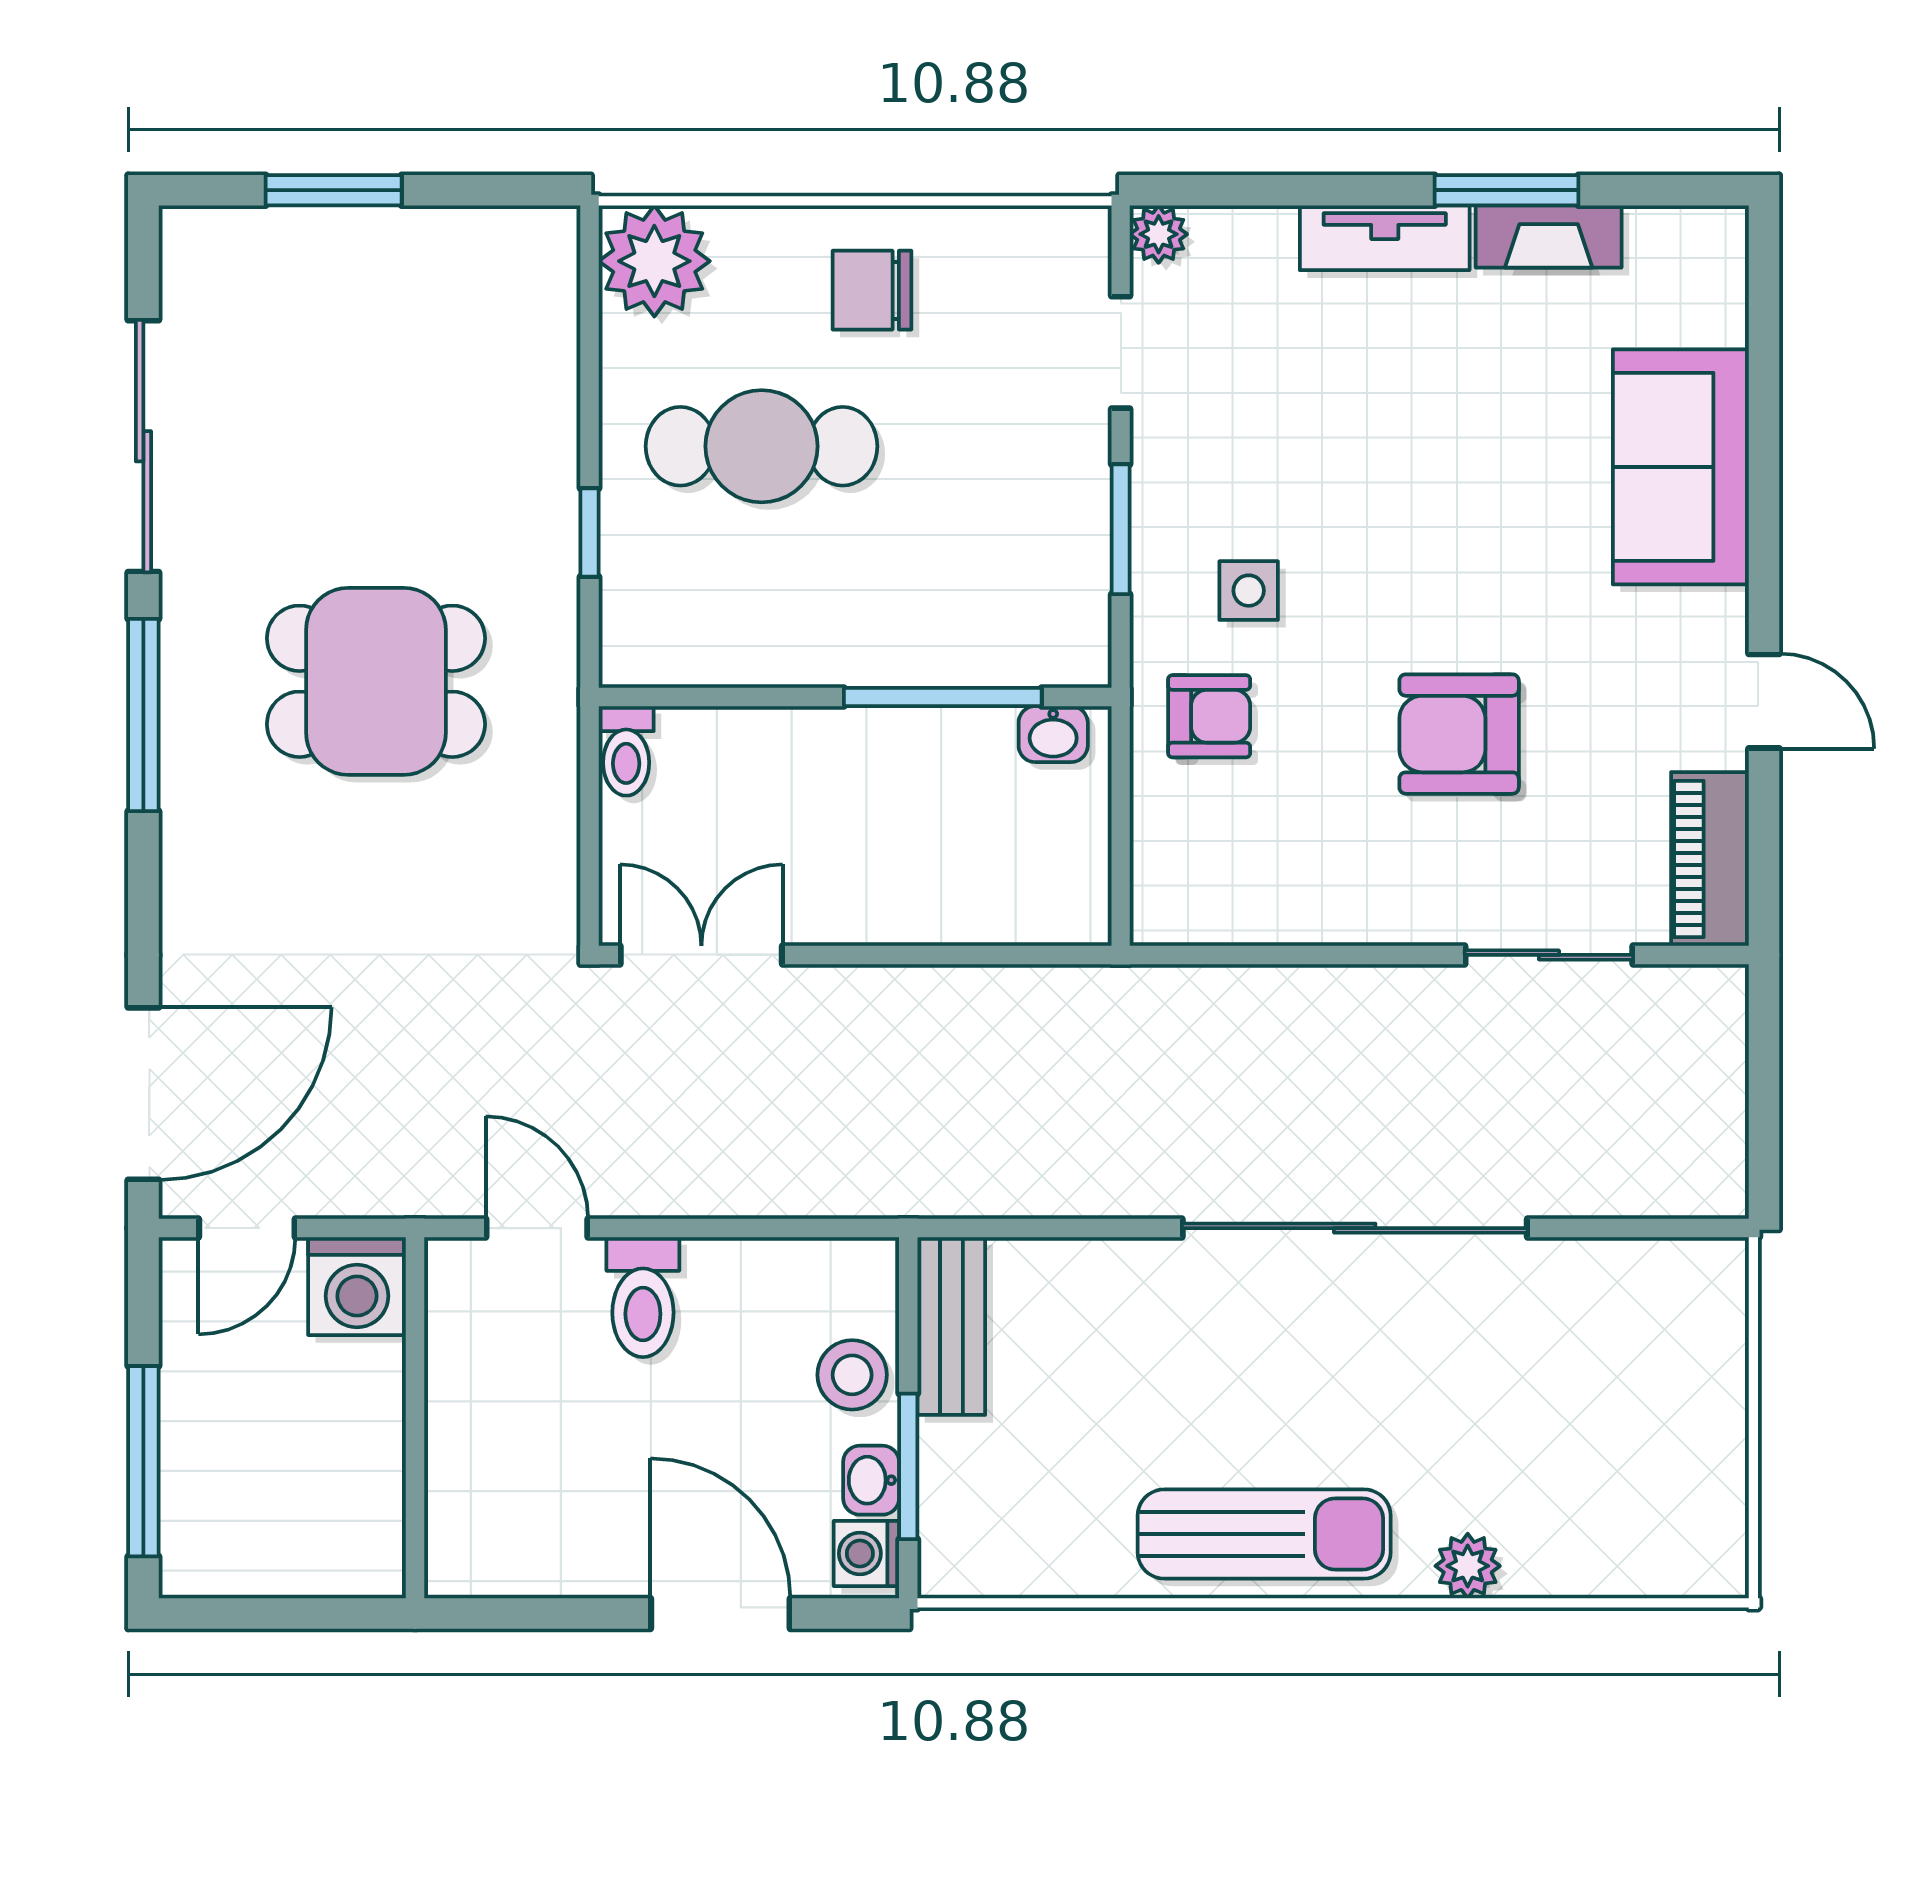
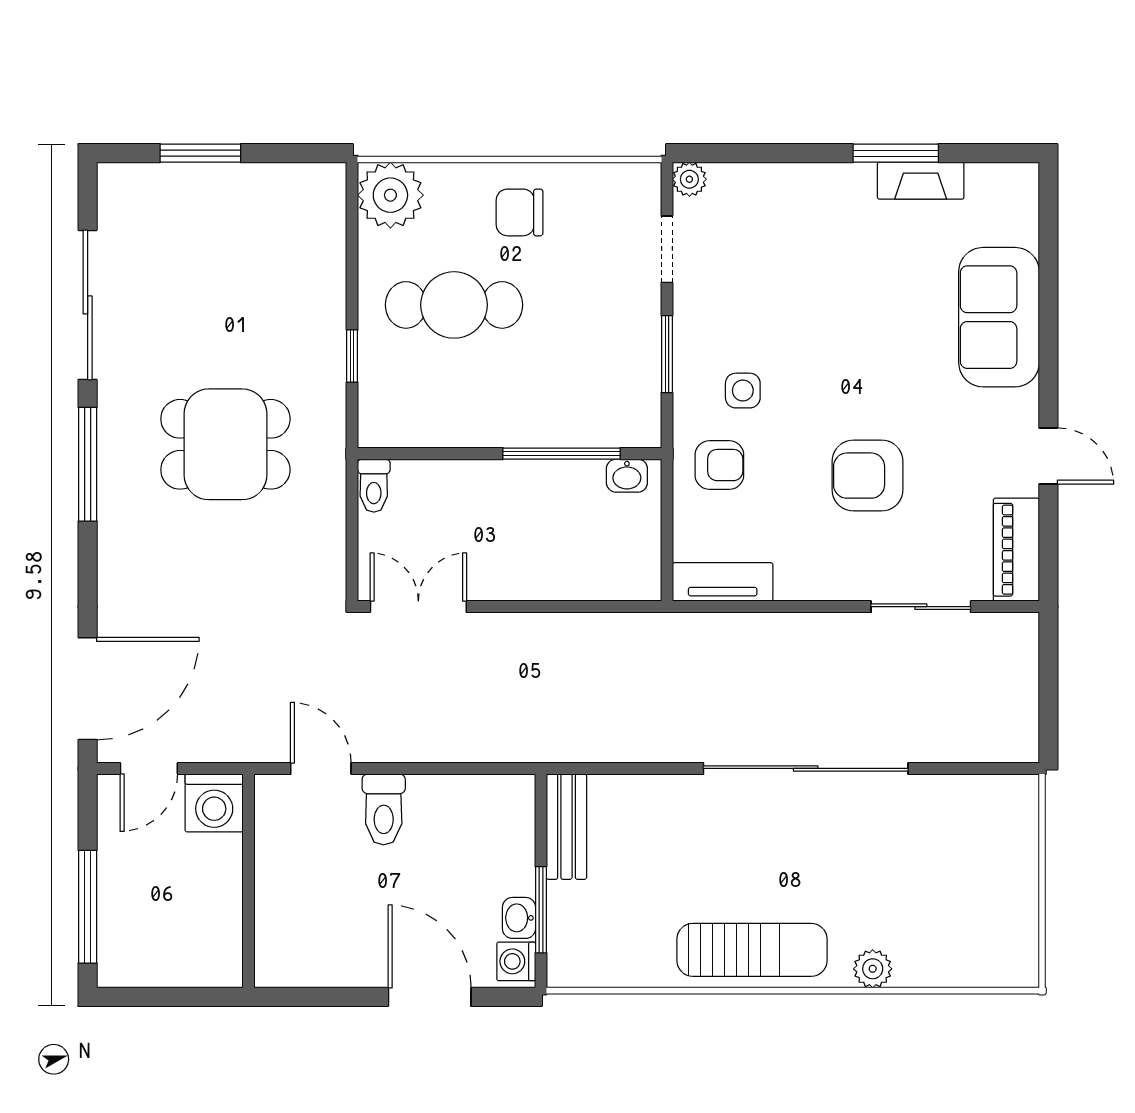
tv unit: (1385, 238) -> (723, 582), moved, turned 180
stool: (852, 1375) -> (508, 856), removed

